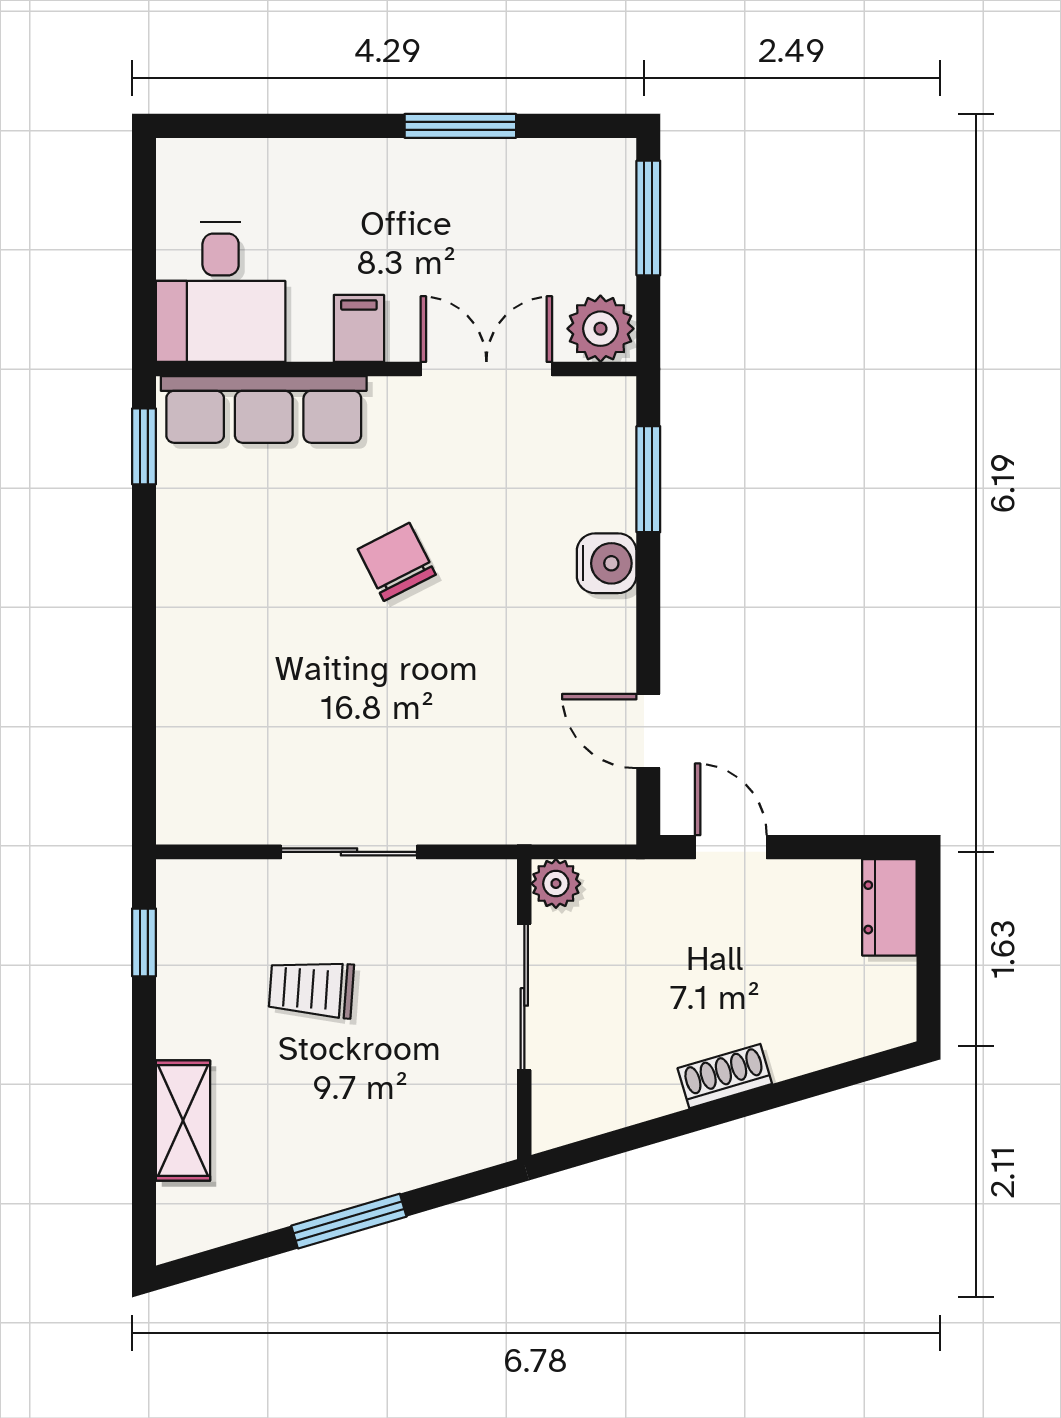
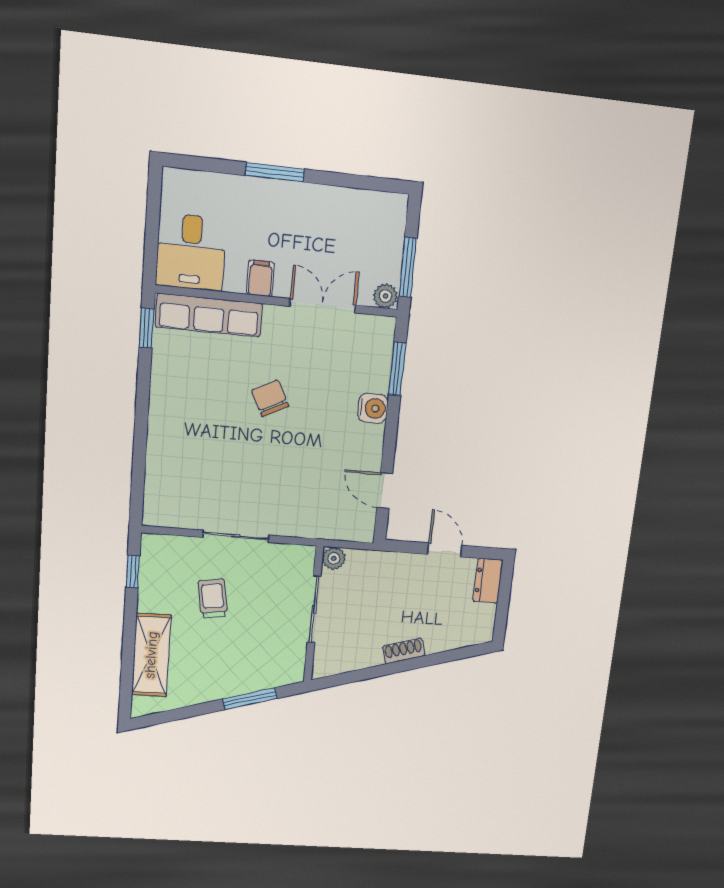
window: (460, 126) -> (275, 172), moved
window: (648, 218) -> (408, 267), moved
plant: (600, 329) -> (385, 296), width x0.73, depth x0.73
door: (731, 847) -> (445, 550), moved
trolley: (311, 989) -> (213, 599), turned 77
shelving: (183, 1121) -> (151, 655), width x1.50, depth x1.33
window: (349, 1221) -> (250, 699), moved

